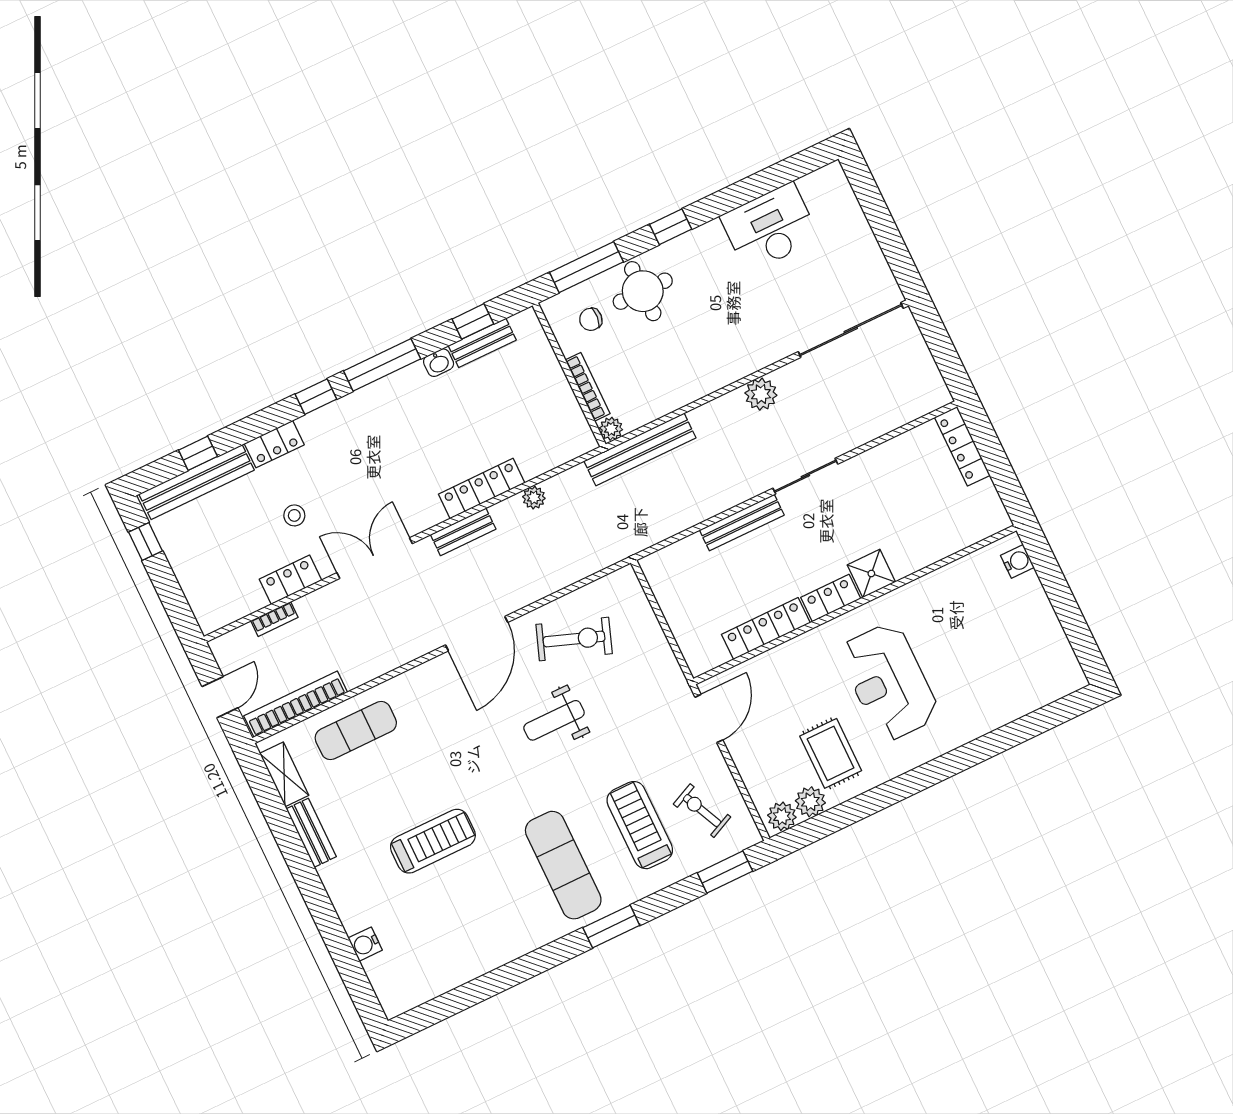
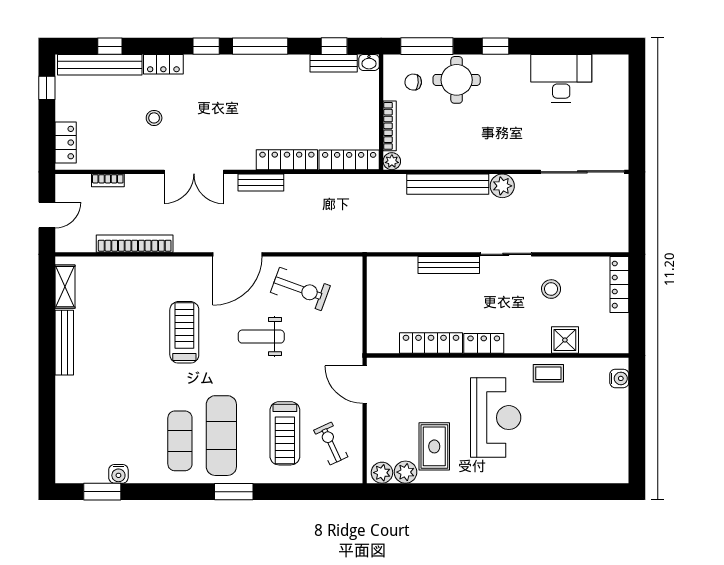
washbasin: (439, 363) -> (369, 62), moved
bench: (640, 449) -> (448, 184), moved
locker: (558, 452) -> (349, 160), added
stool: (881, 492) -> (551, 289), added
plant: (534, 498) -> (319, 182), removed
double door: (375, 558) -> (194, 172), swing flipped
shower: (871, 573) -> (565, 340), moved
locker: (290, 580) -> (66, 143), moved, turned 90
coffee table: (927, 597) -> (548, 373), added
reception desk: (889, 682) -> (496, 418), turned 180
bookcase: (296, 704) -> (135, 244), moved
door: (709, 719) -> (365, 385), swing flipped
exercise mat: (356, 730) -> (180, 441), moved, turned 90
treadmill: (640, 825) -> (285, 433), turned 180
bench: (311, 833) -> (64, 343), width x1.36
treadmill: (433, 841) -> (184, 332), moved, turned -90
window: (725, 872) -> (102, 492), moved
water cooler: (365, 944) -> (118, 474), moved, turned -90

